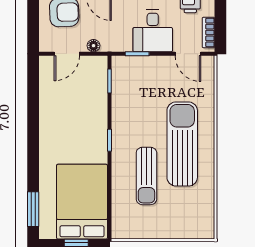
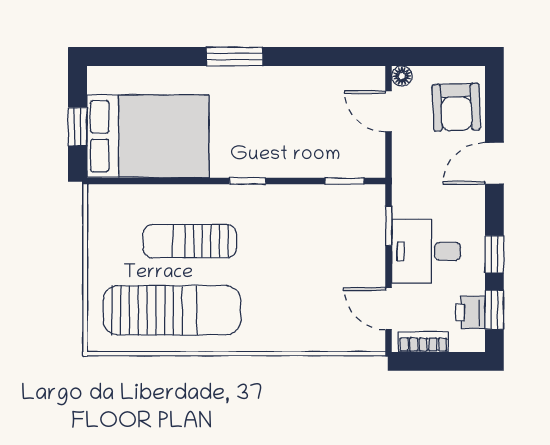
floor lamp: (94, 46) -> (402, 76), moved
door: (188, 54) -> (389, 309), hinge flipped
sun lounger: (182, 144) -> (172, 310), moved
window: (33, 209) -> (235, 57), moved

